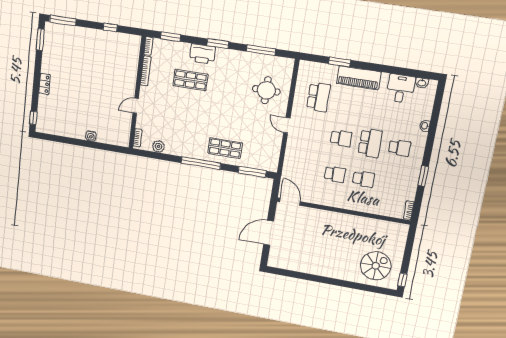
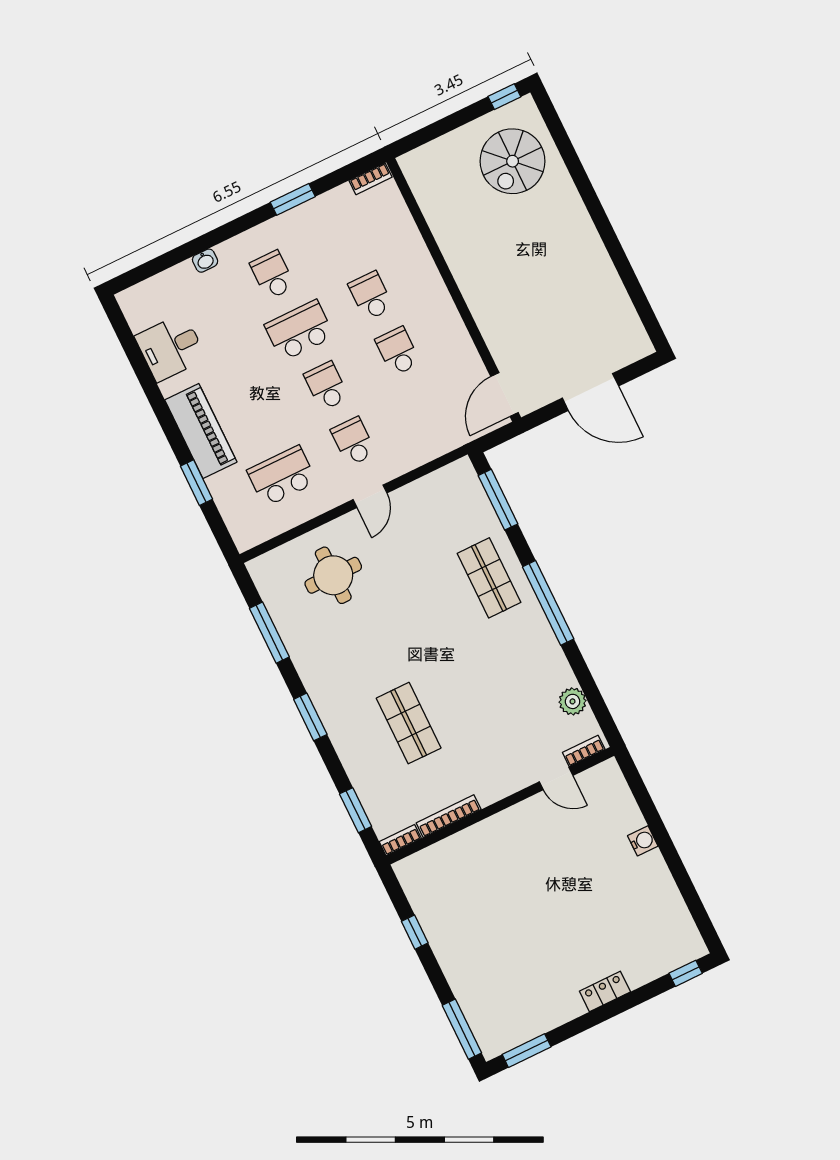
printer: (202, 54) -> (347, 732), removed
washbasin: (422, 83) -> (136, 319), removed
door: (136, 106) -> (556, 779), moved
school desk: (312, 134) -> (353, 441), added
spiral stairs: (376, 266) -> (513, 161), turned -90

